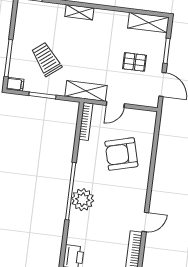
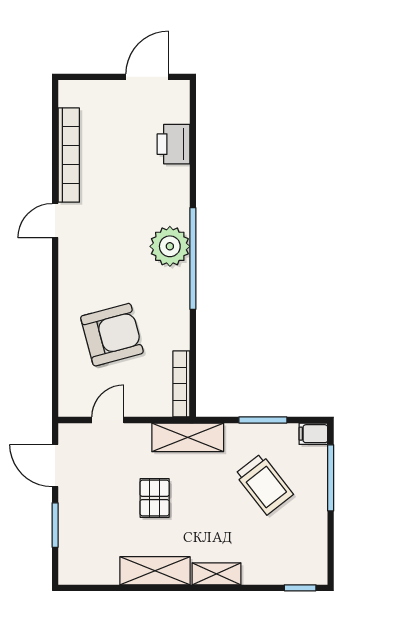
shelving: (148, 23) -> (155, 571), moved
pallet: (135, 62) -> (155, 498), moved, turned 90
door: (115, 105) -> (108, 420), moved

